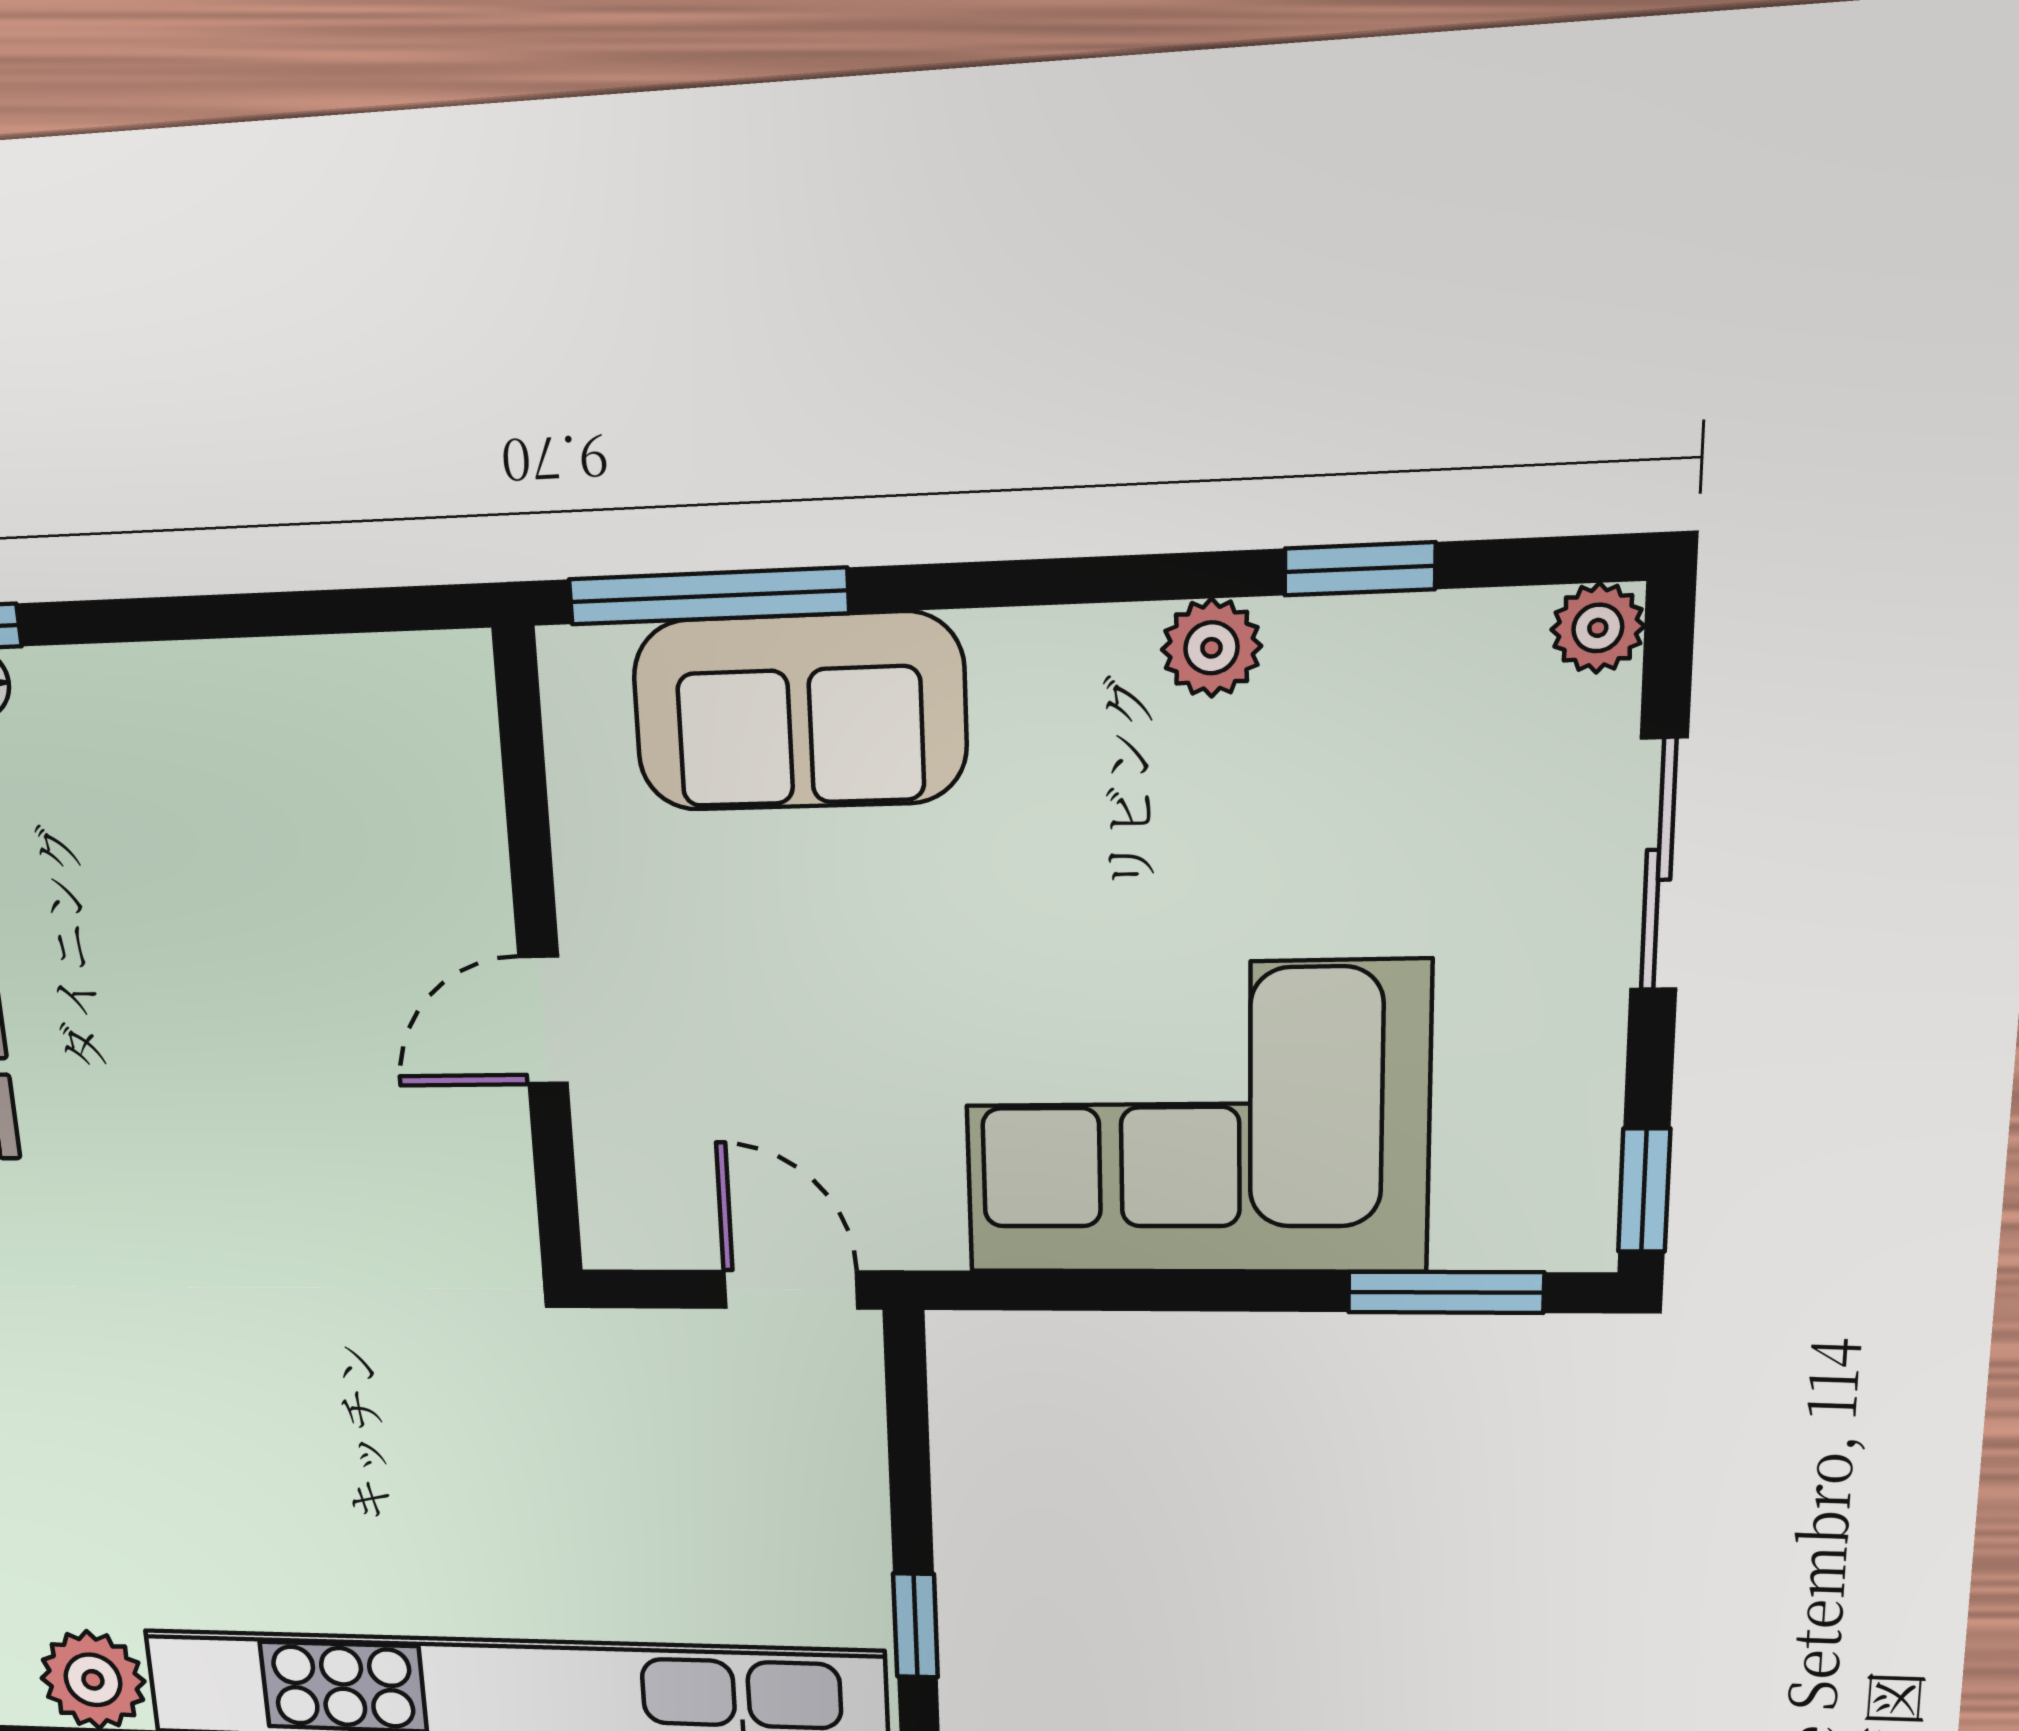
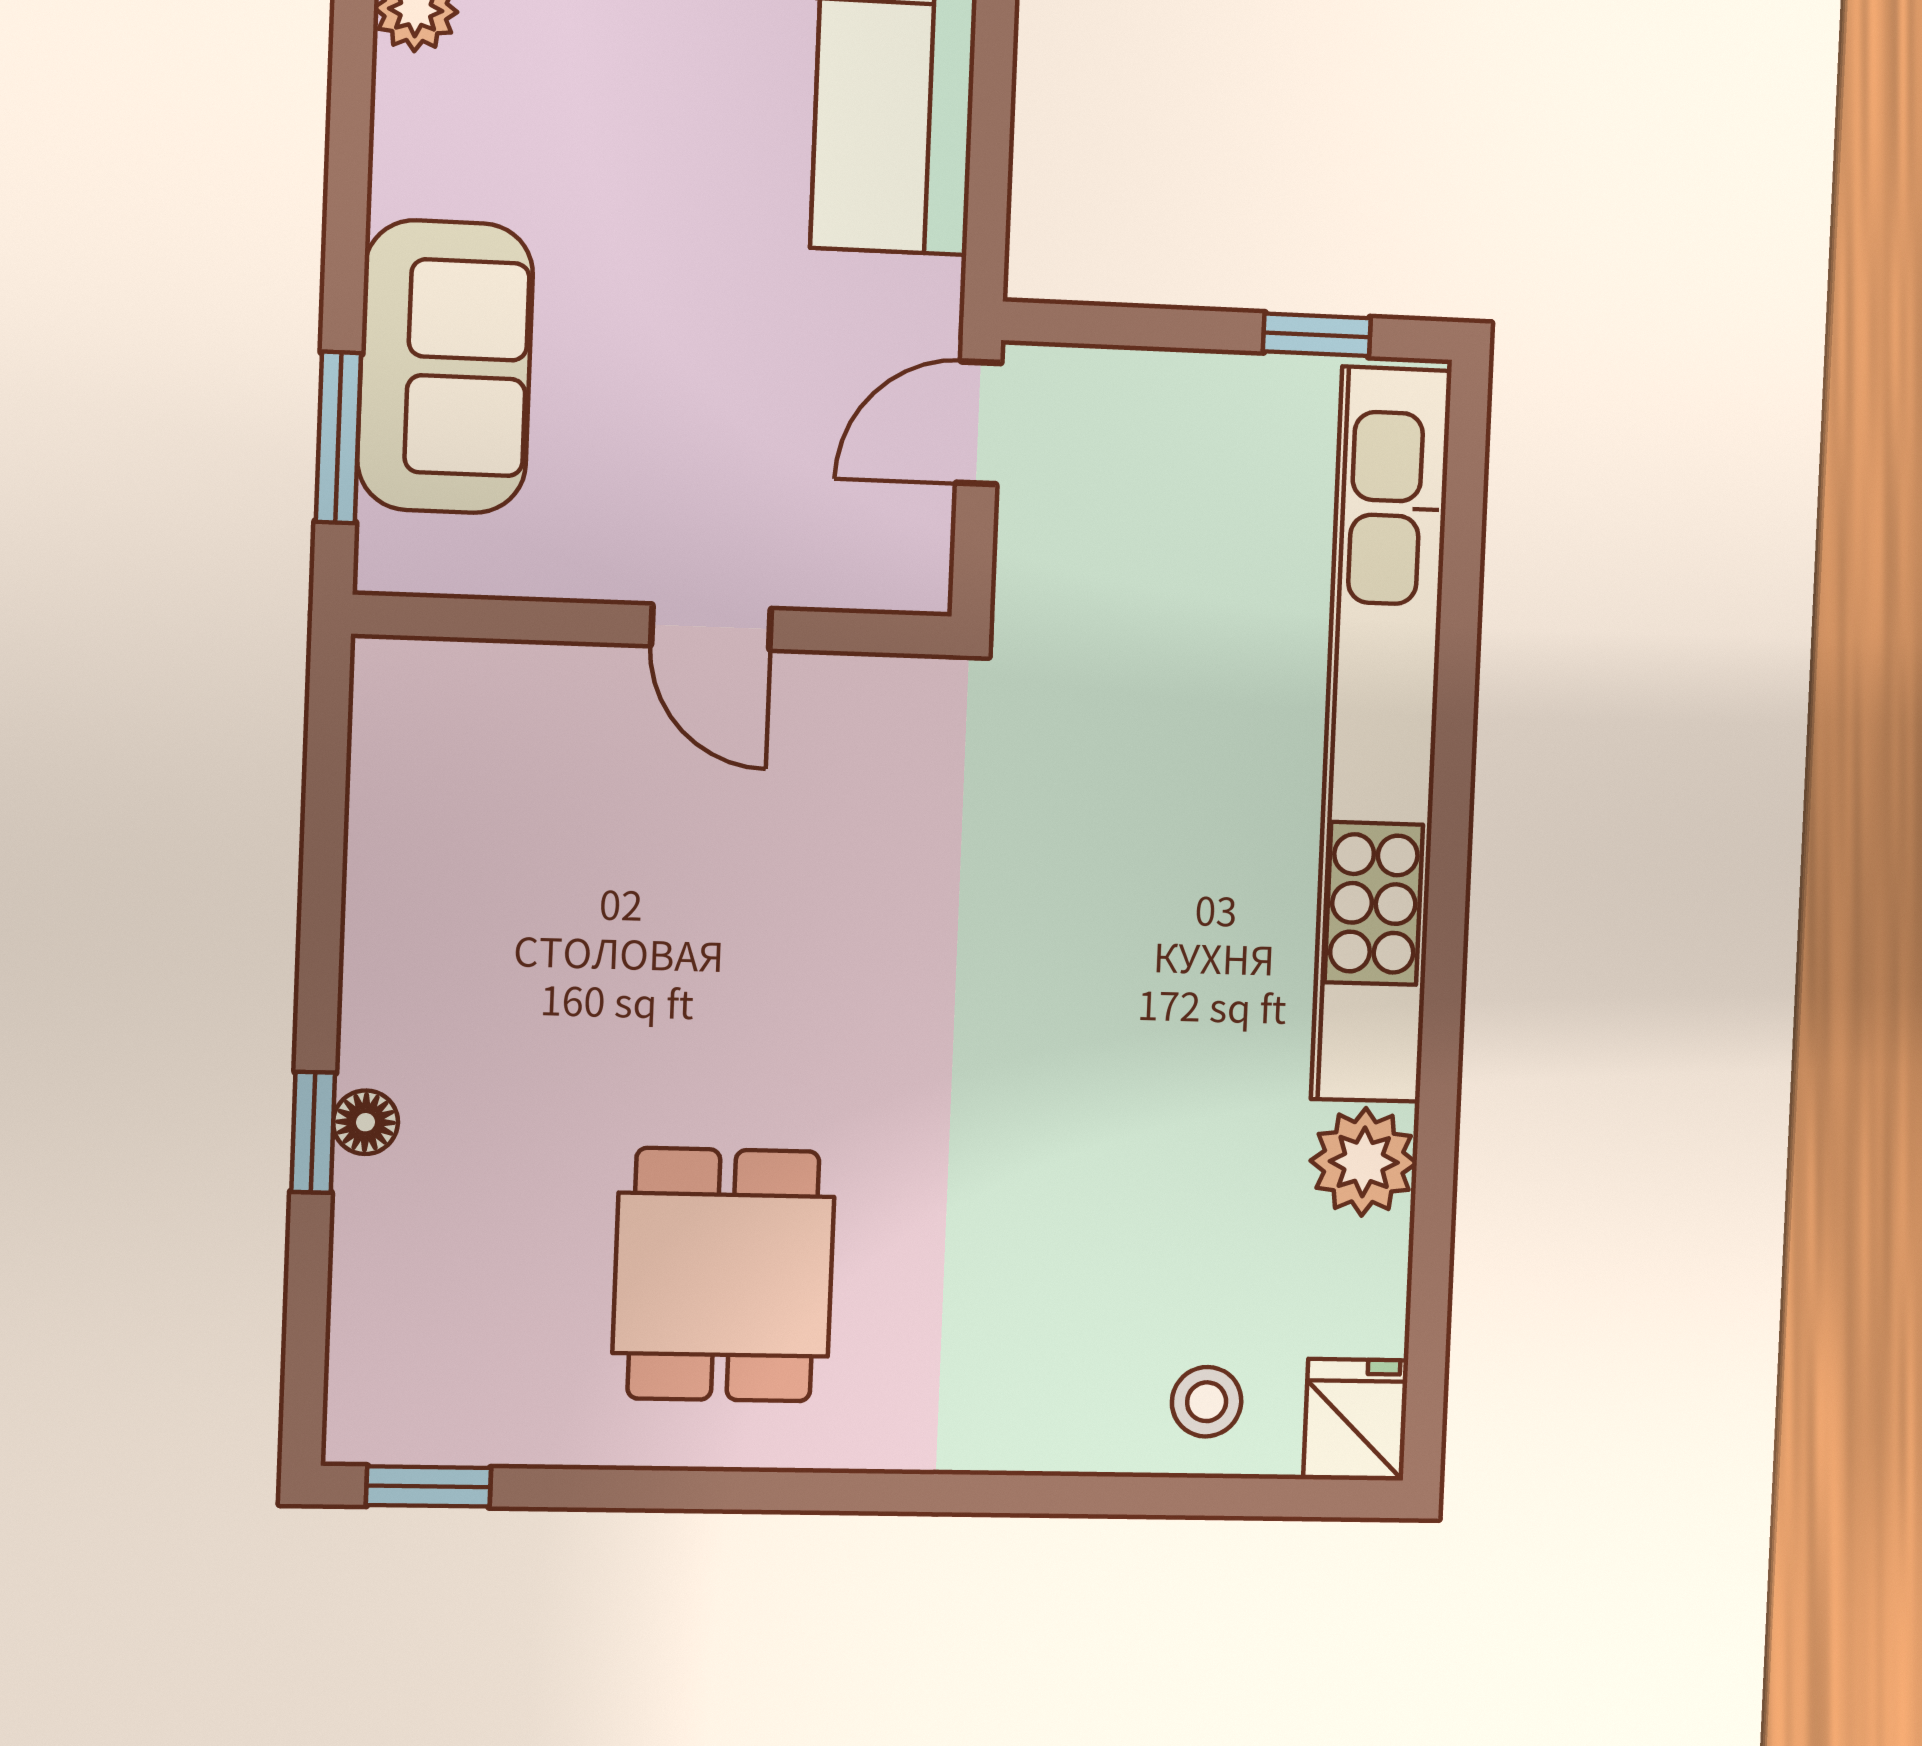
window: (708, 596) -> (338, 437), width x0.69

